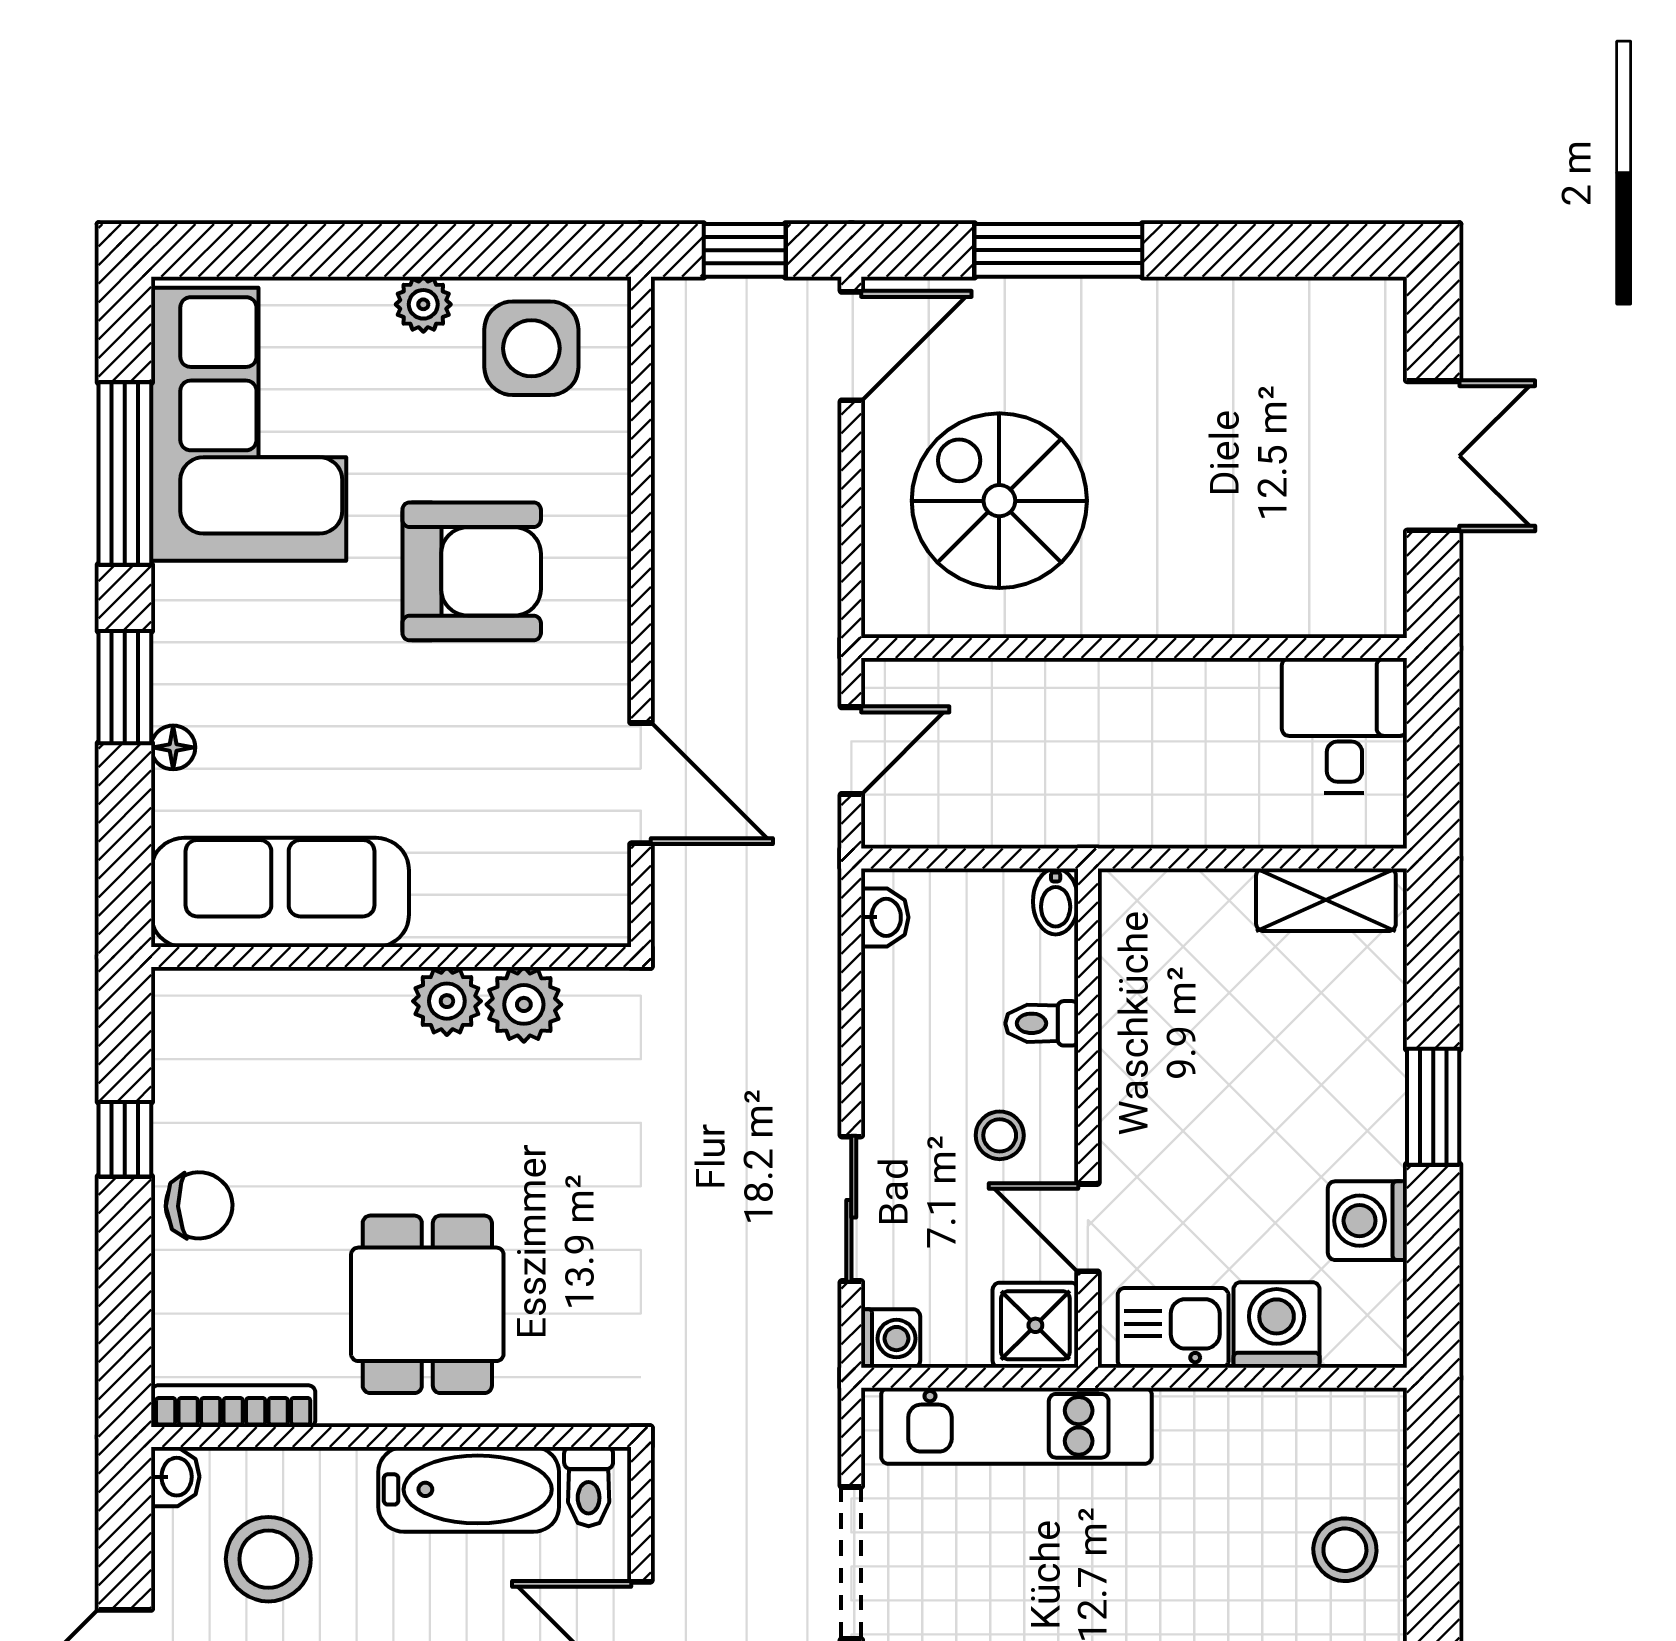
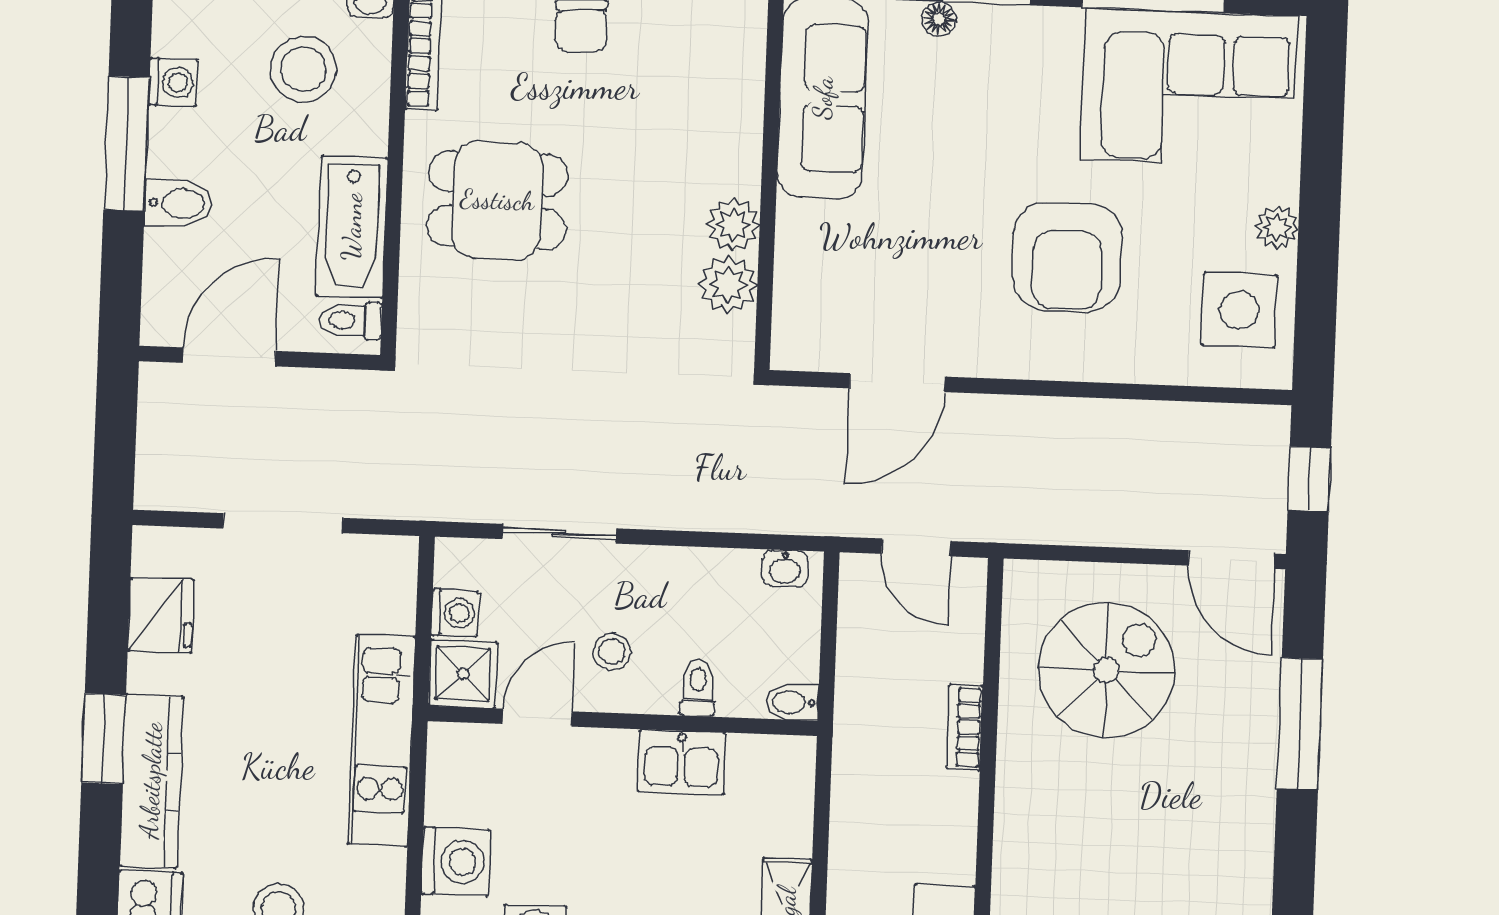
bookcase: (1079, 680) -> (965, 727), added
kitchen sink: (1173, 1328) -> (681, 762), moved, turned 90
washing machine: (891, 1339) -> (455, 613), moved, turned -90
kitchen unit: (1017, 1426) -> (382, 740), moved

